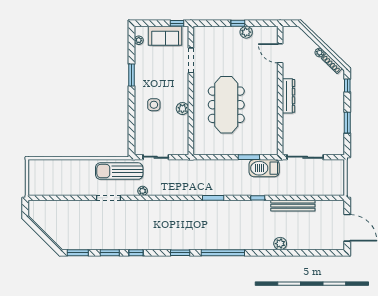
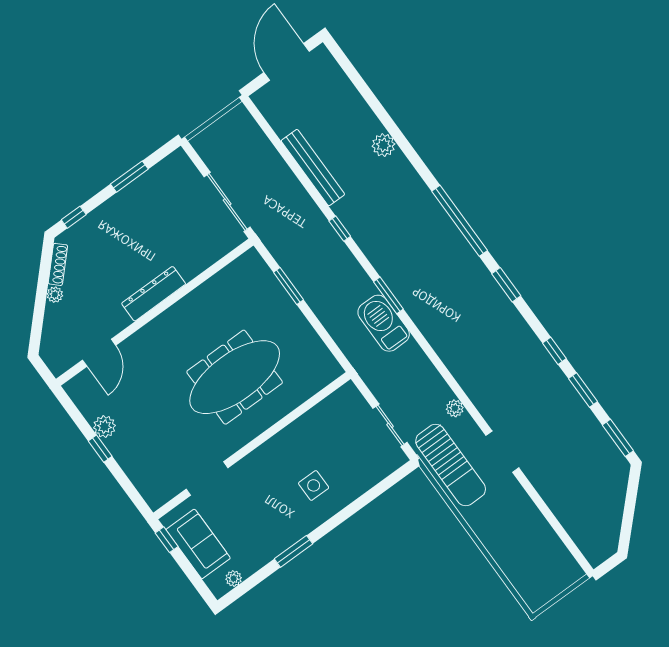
plant: (182, 109) -> (288, 439), removed
barbecue: (264, 168) -> (384, 323), moved, turned 180

